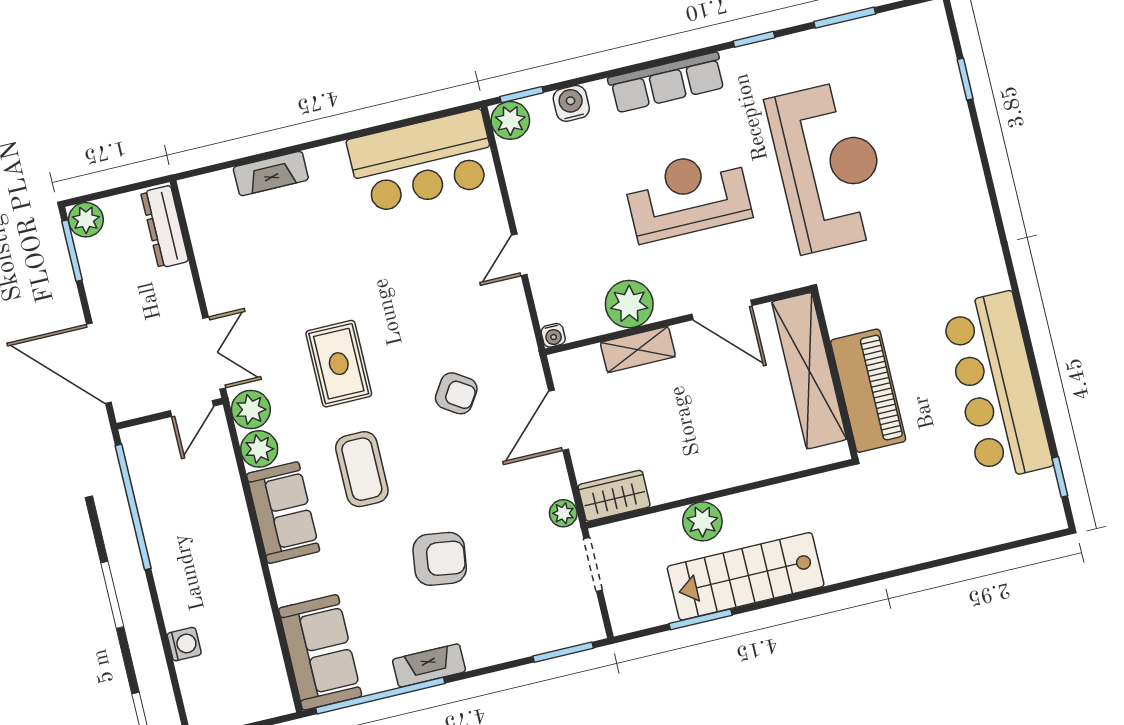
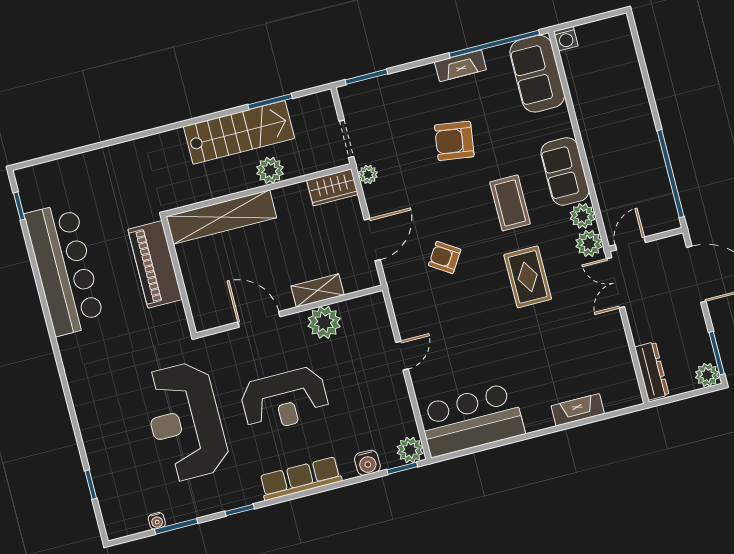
water cooler: (553, 335) -> (157, 521), moved, turned 180
shelving: (809, 371) -> (221, 217), moved, turned 90
washing machine: (184, 644) -> (566, 39), moved, turned -90

